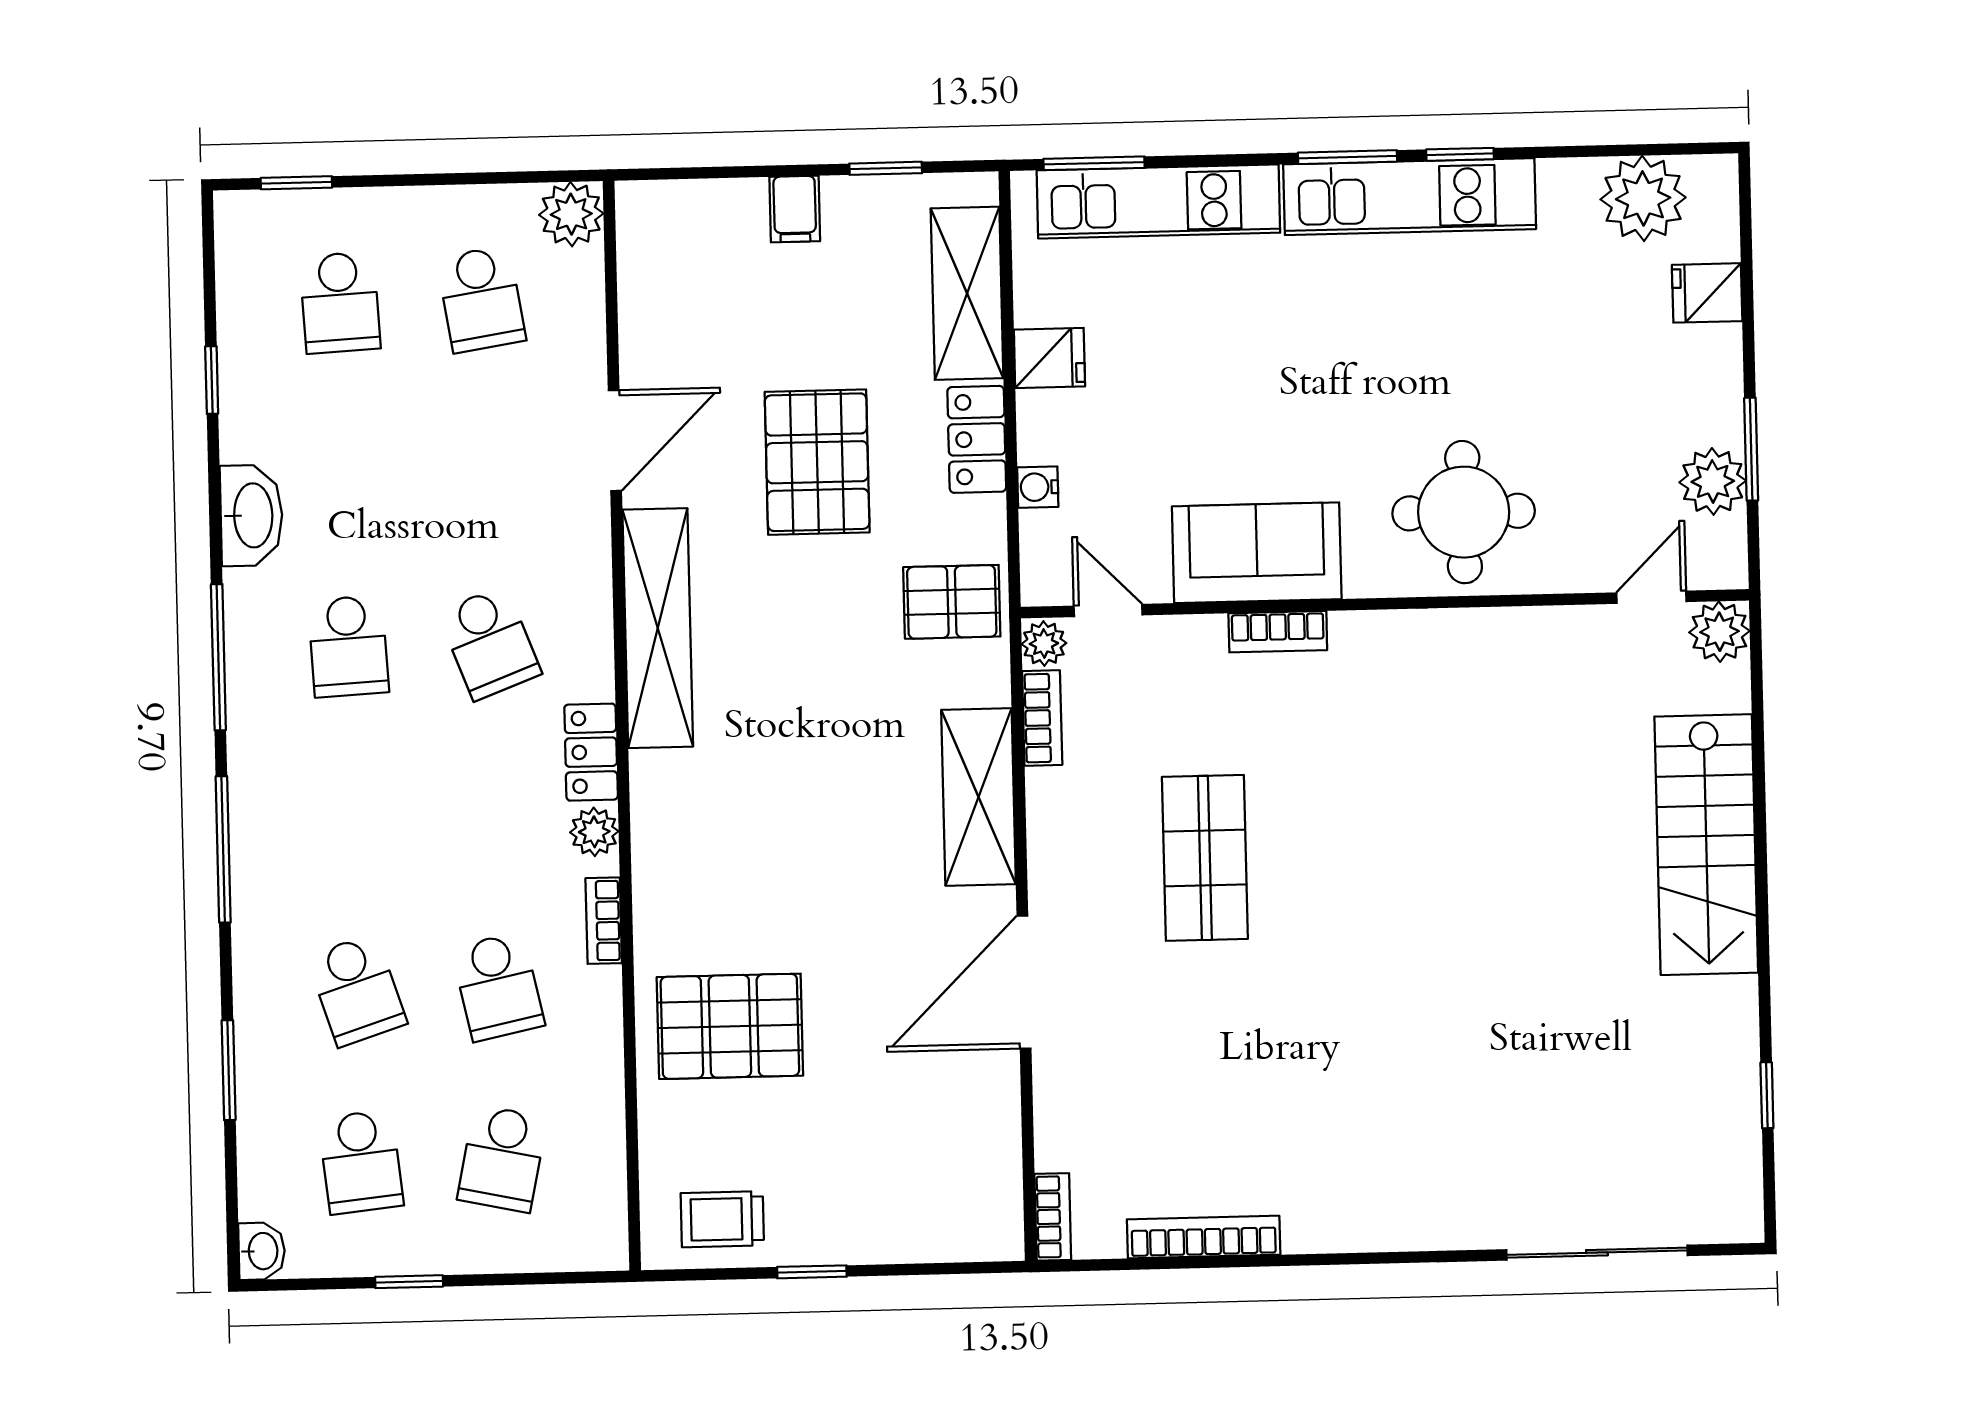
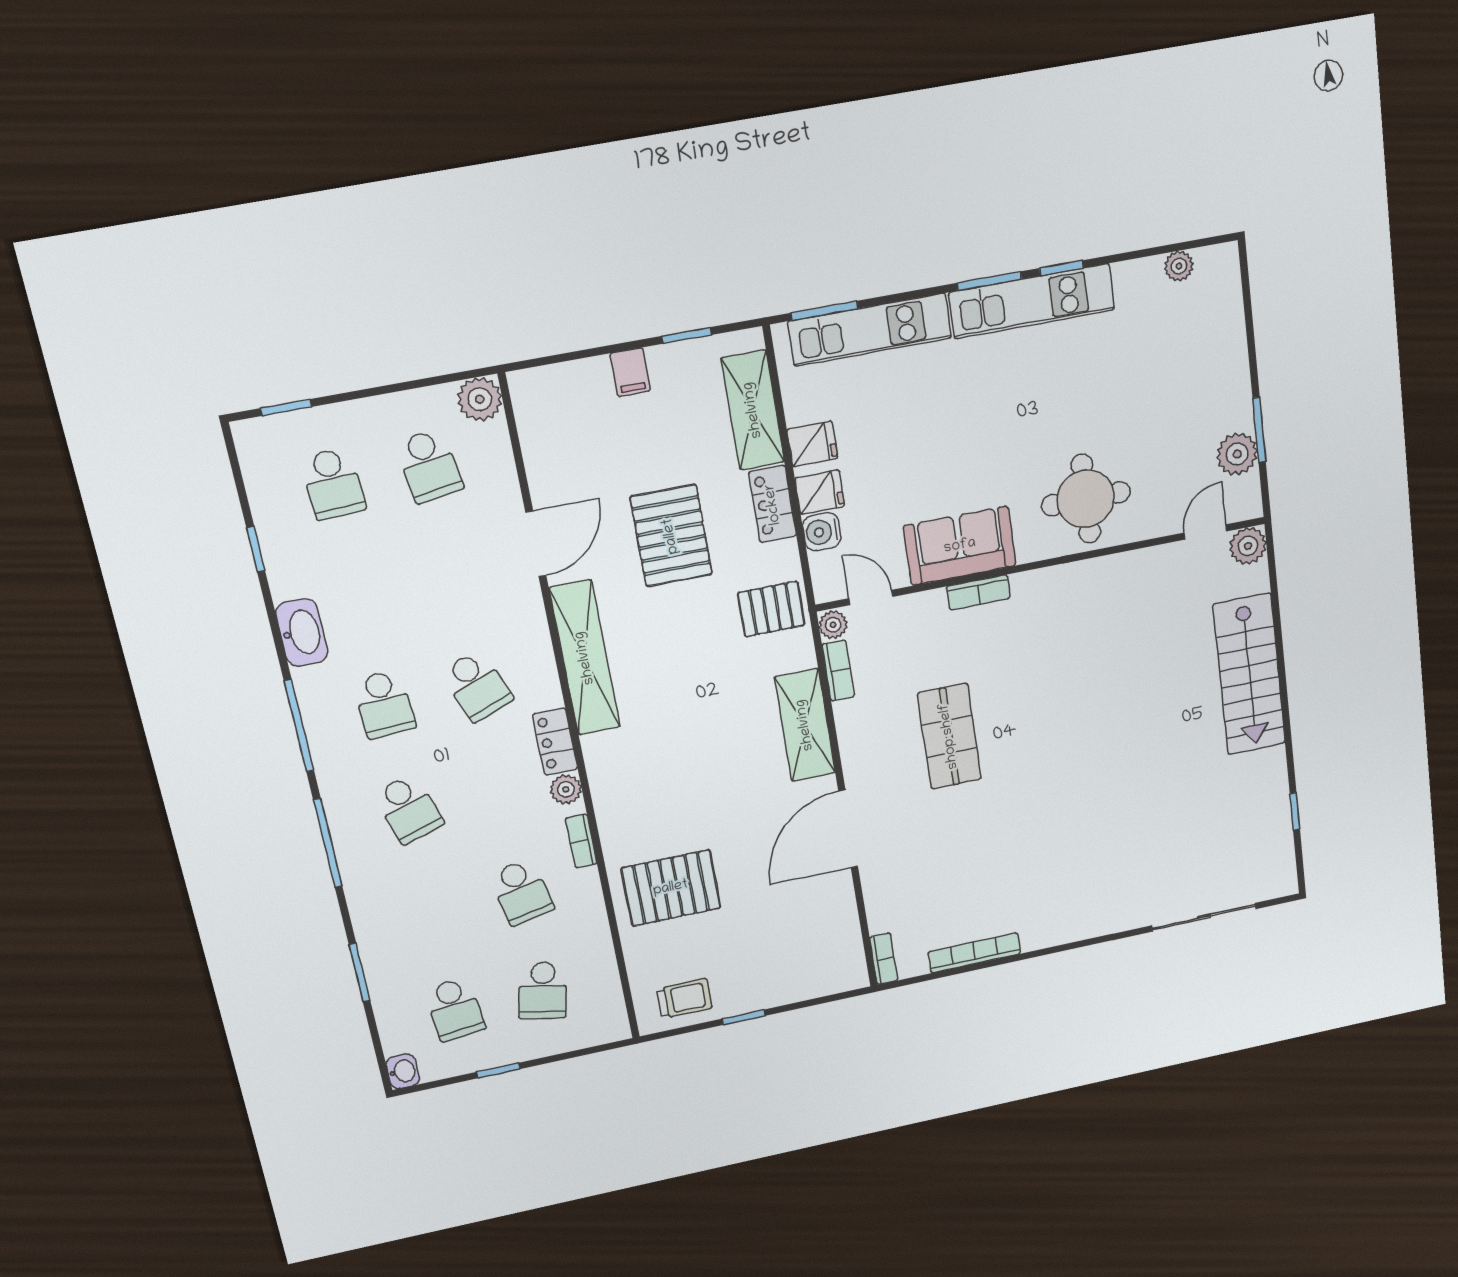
plant: (1643, 198) -> (1179, 266), width x0.53, depth x0.53
fridge: (1707, 293) -> (820, 492), moved, turned 180
water cooler: (1038, 487) -> (822, 532), width x1.38, depth x1.38
school desk: (357, 990) -> (408, 809), moved
trolley: (722, 1219) -> (685, 998), turned 180

